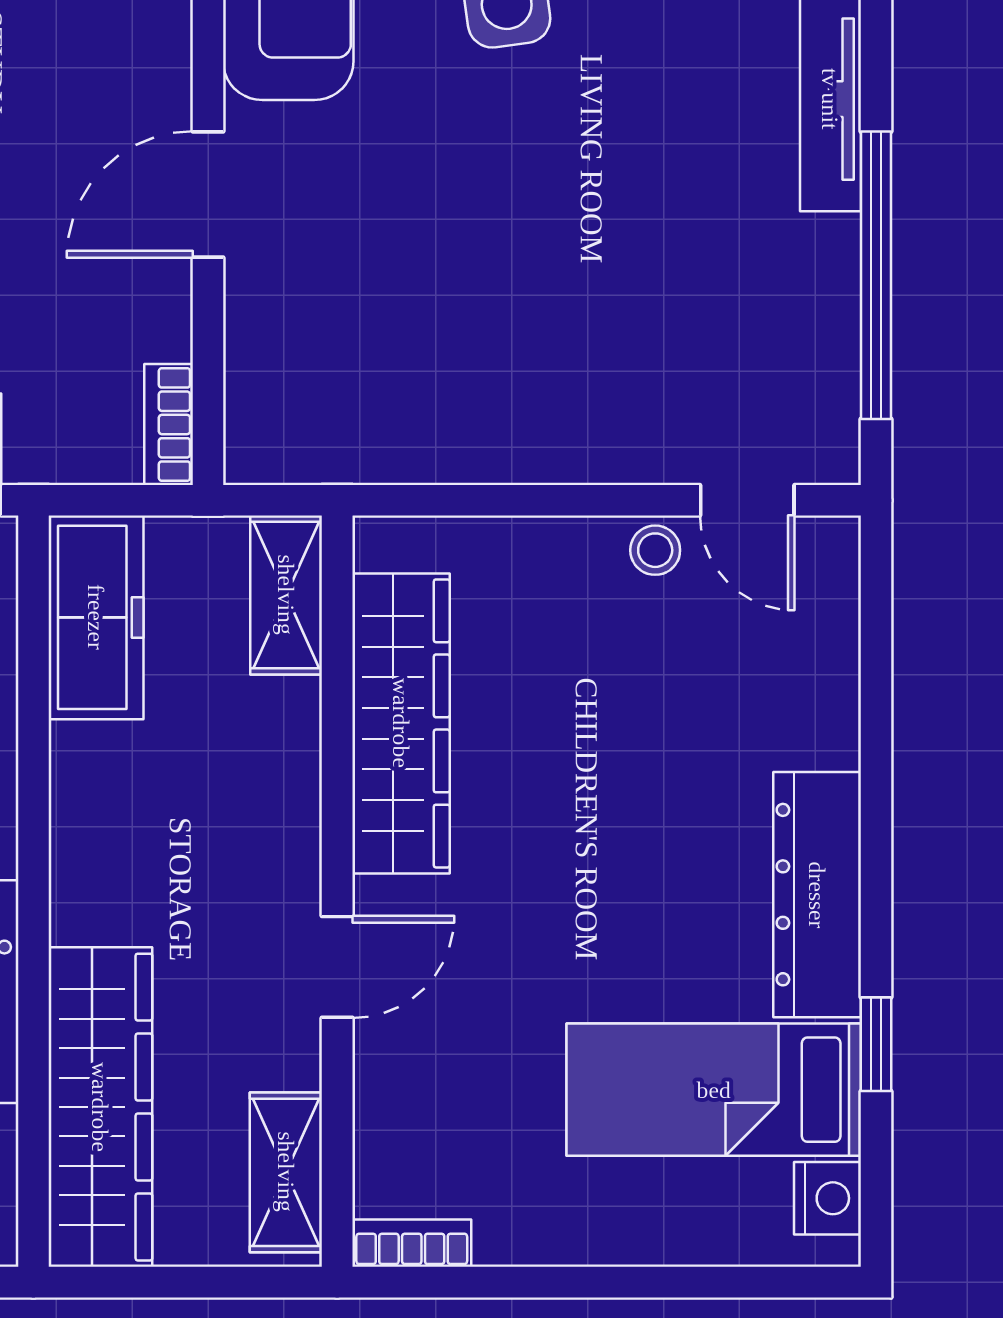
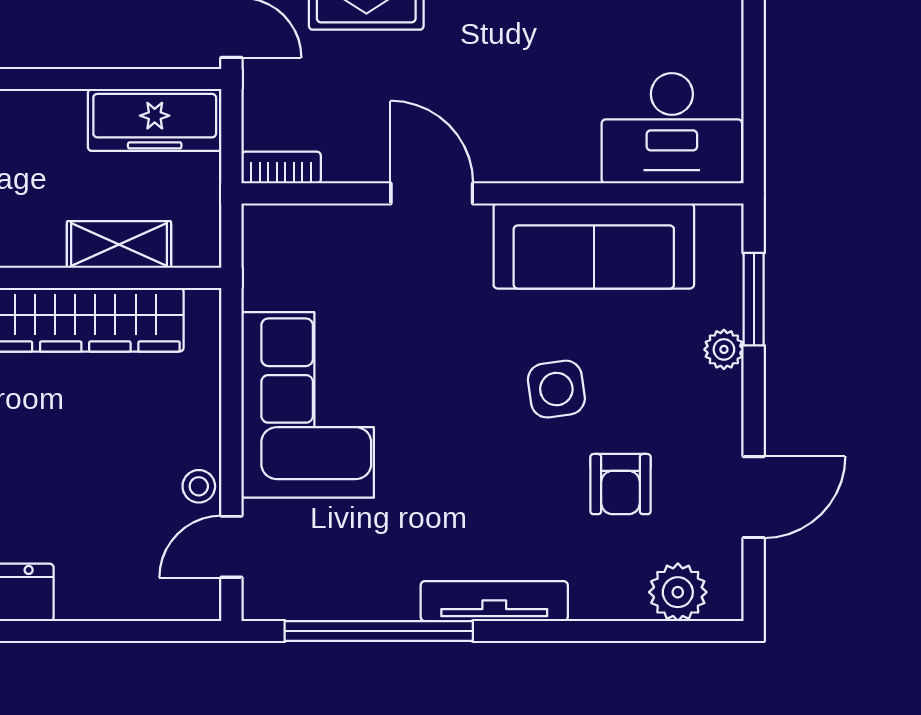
corner sofa: (531, 384) -> (308, 405), added
shelving: (286, 595) -> (119, 245), moved

